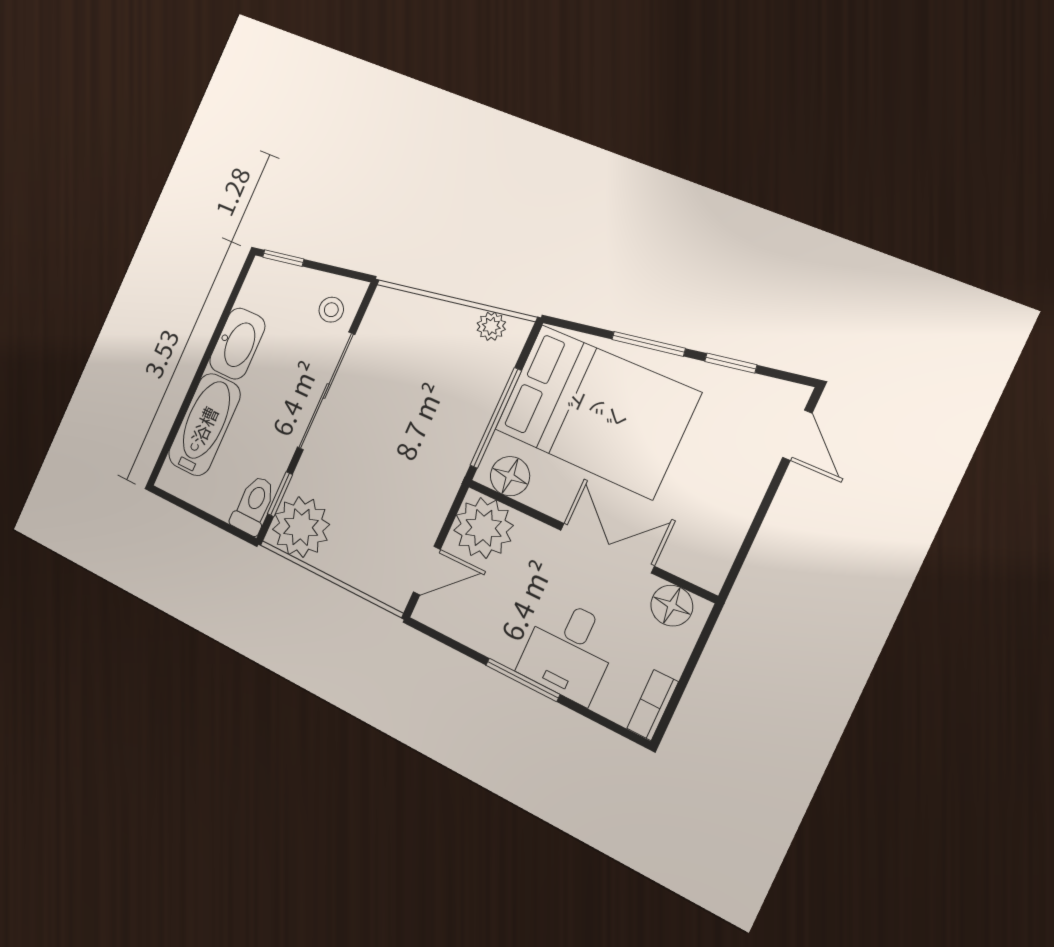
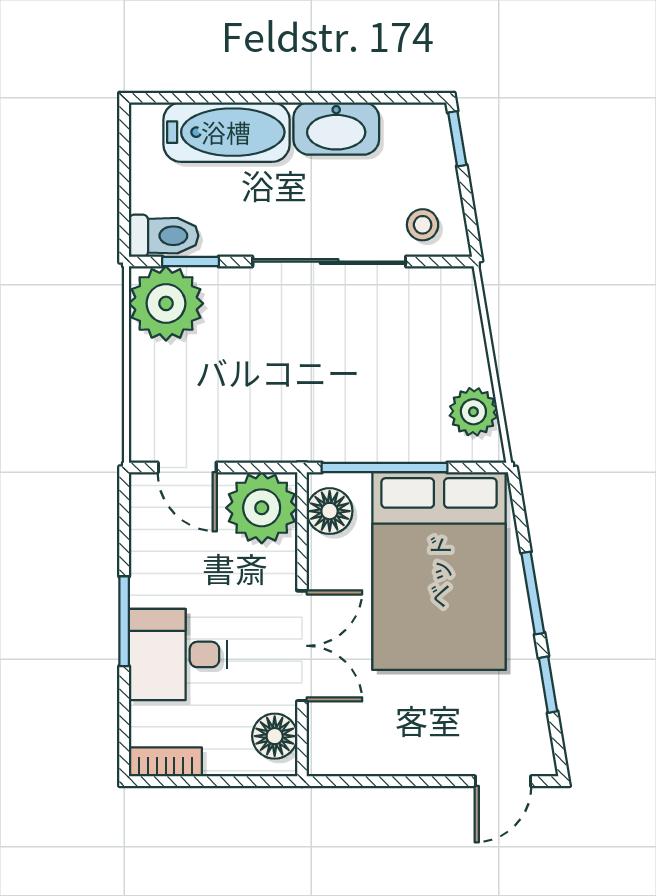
plant: (491, 326) -> (473, 412), width x1.38, depth x1.38

